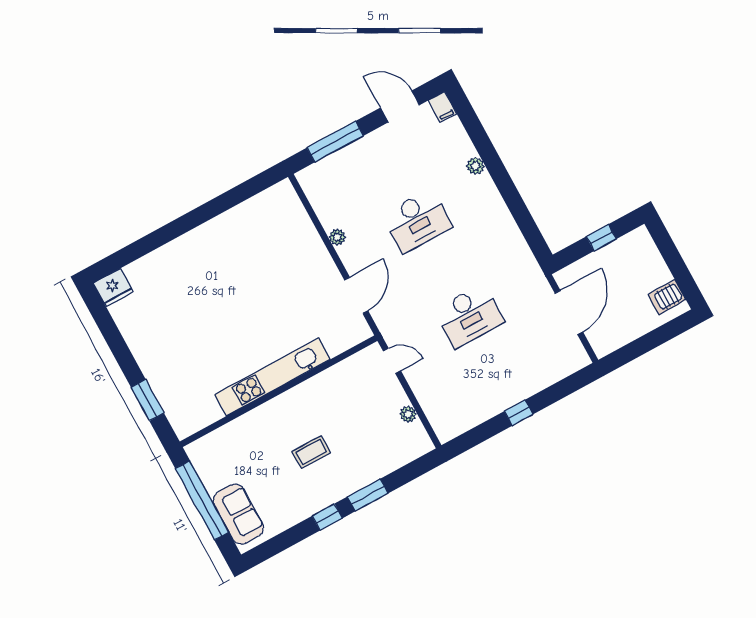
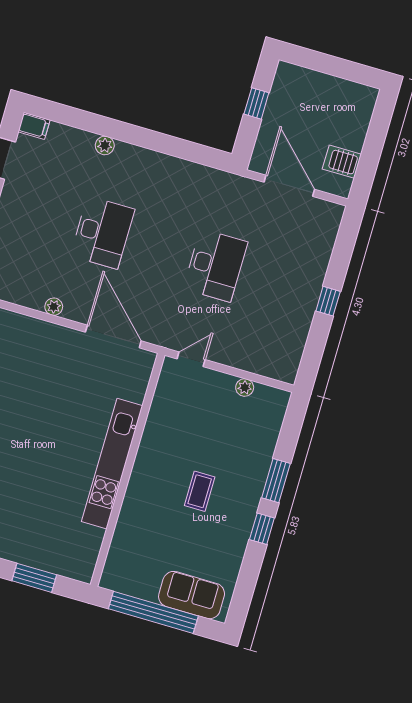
door: (356, 295) -> (113, 337), width x1.36
server rack: (667, 297) -> (342, 162), moved, turned 90

